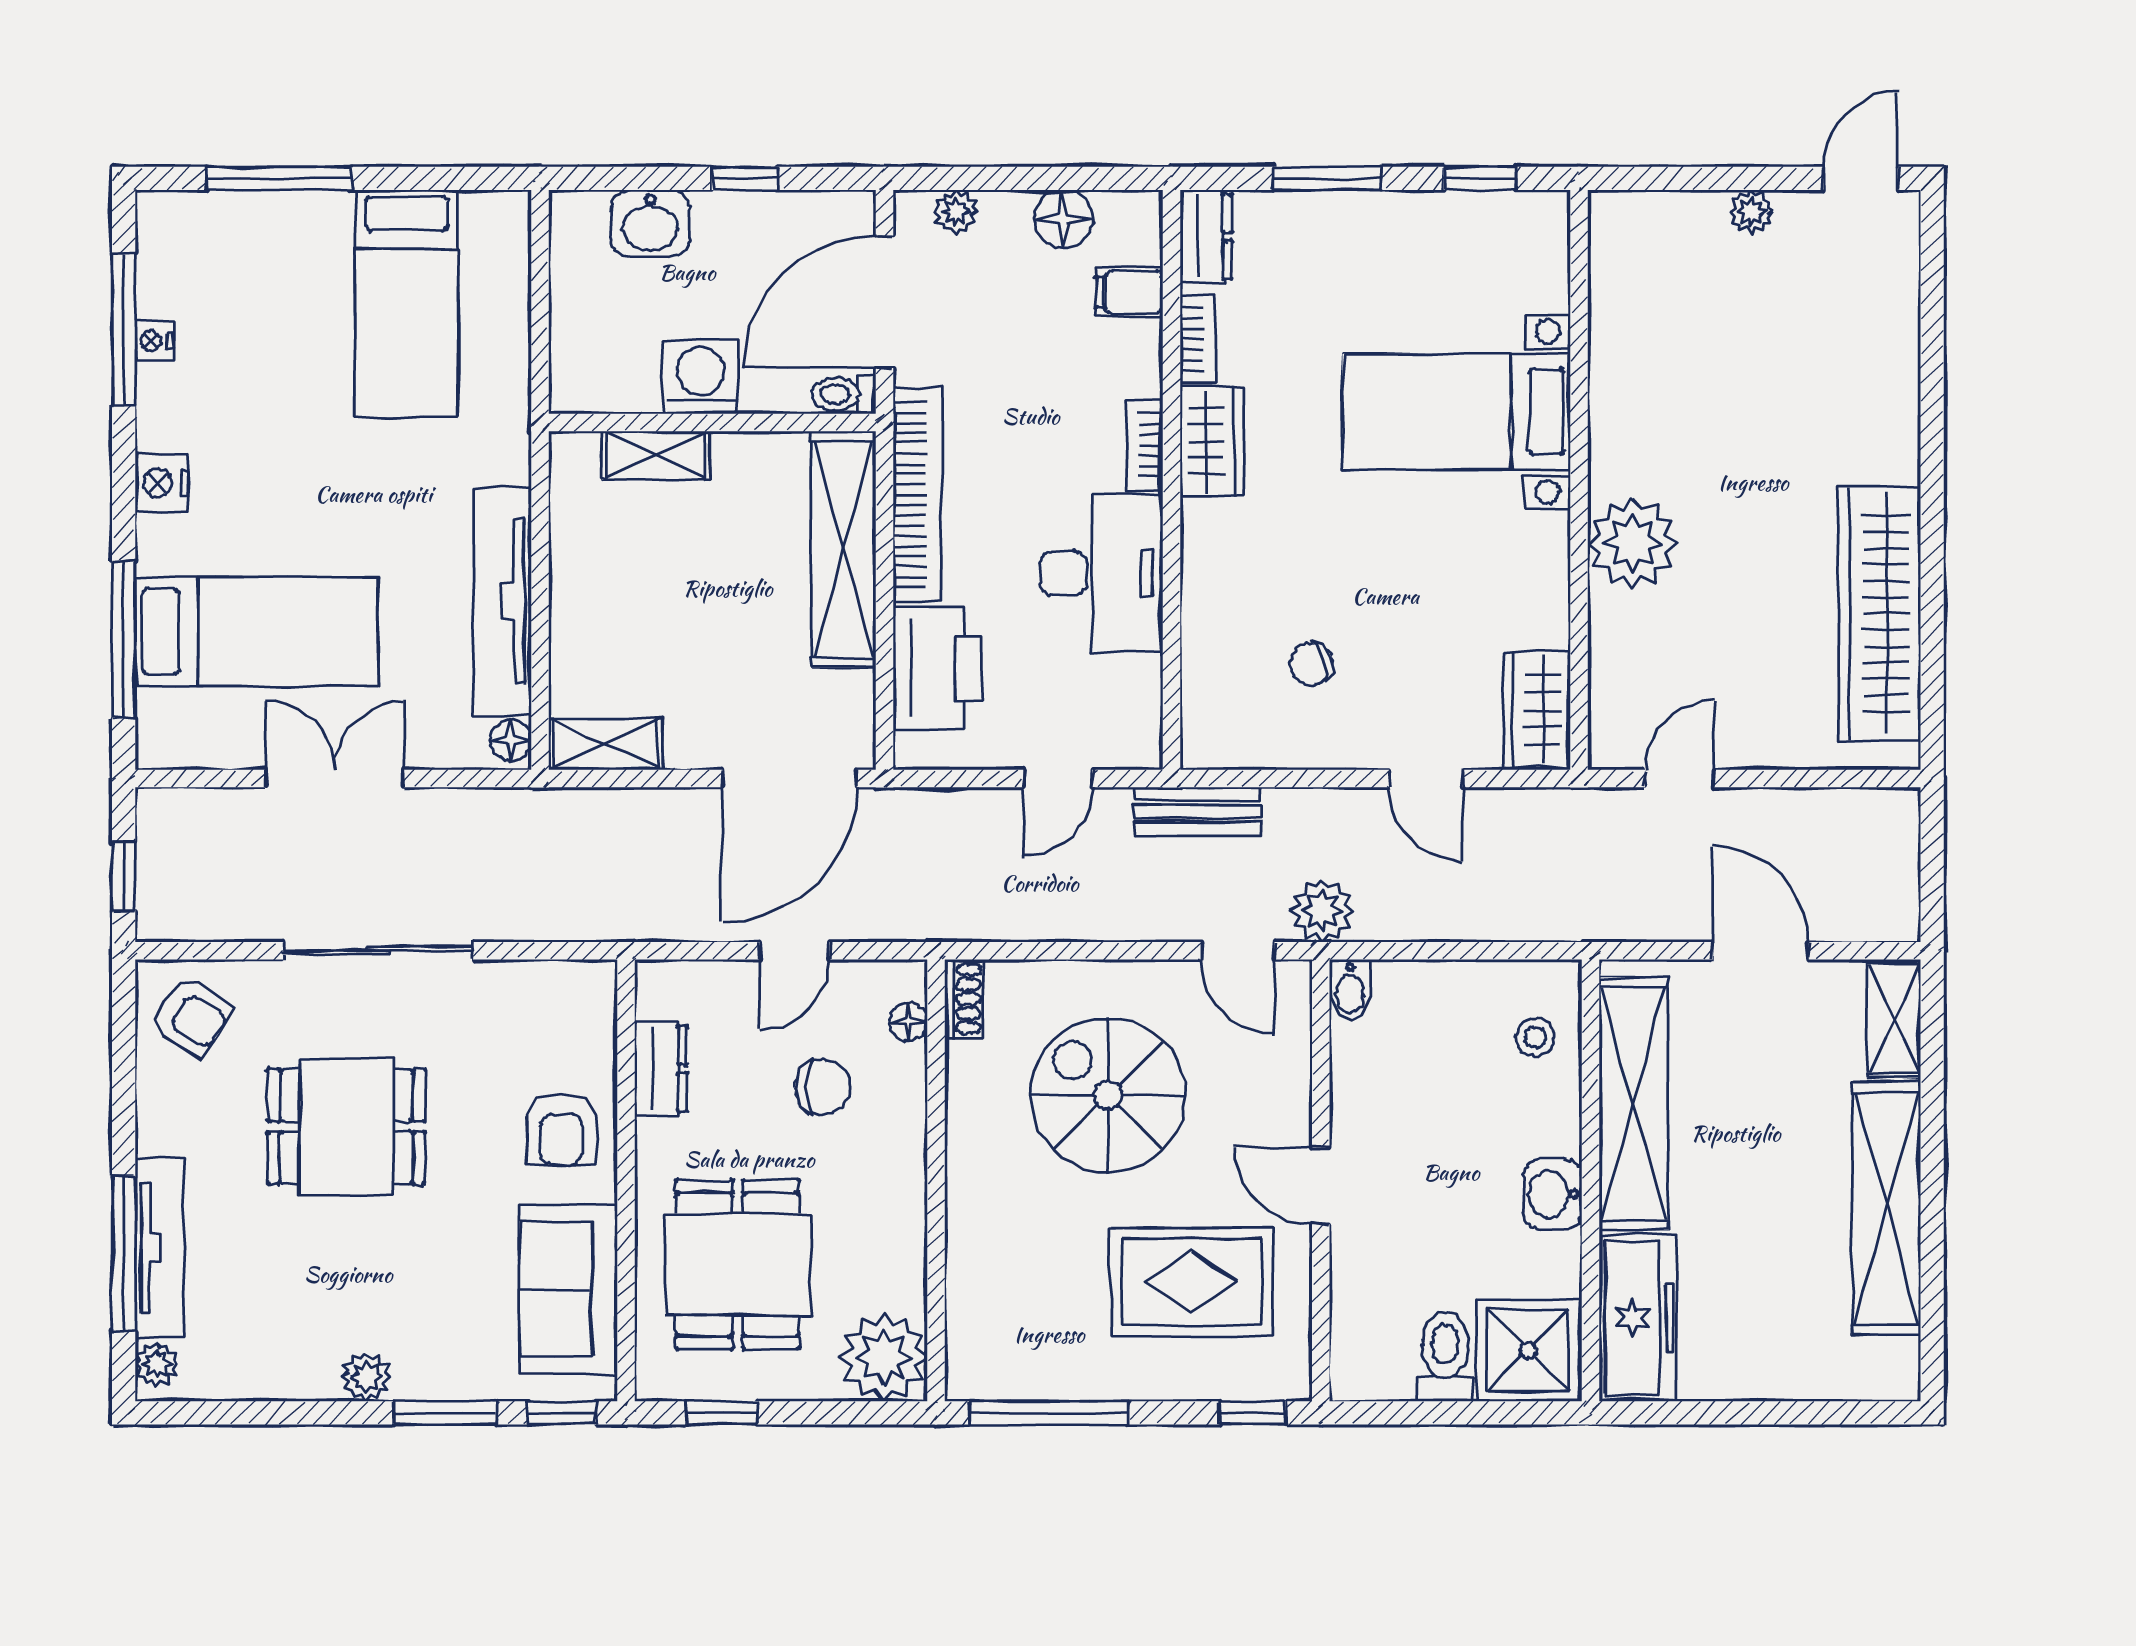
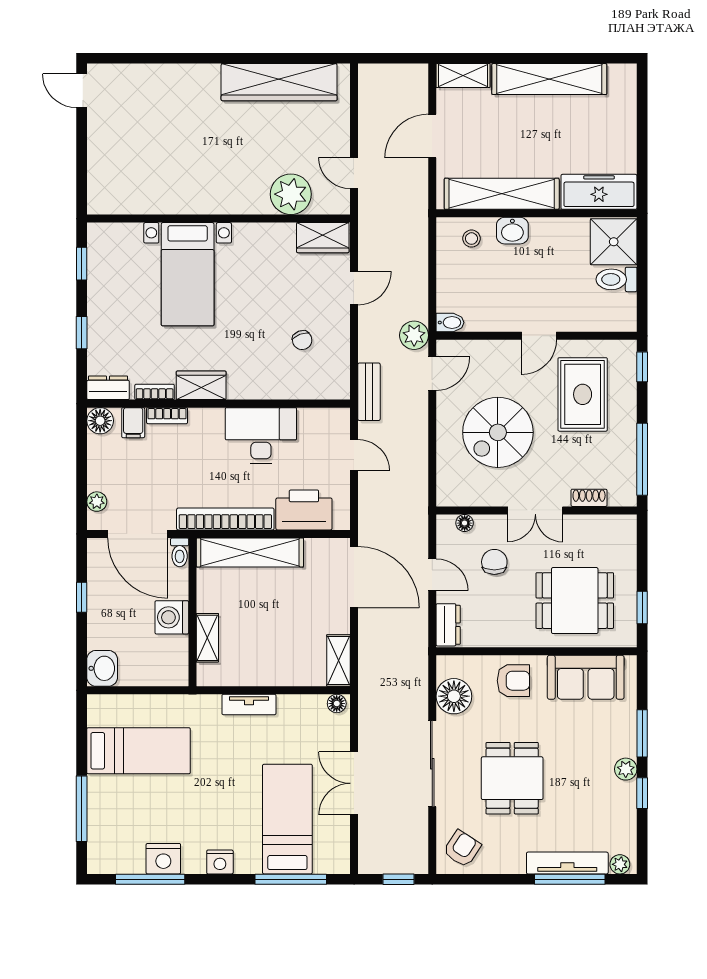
window: (1328, 178) -> (82, 333), width x0.67
plant: (1751, 212) -> (97, 140), removed
floor lamp: (1063, 219) -> (100, 421), moved
washbasin: (650, 224) -> (102, 668), moved
nightstand: (154, 341) -> (163, 859), width x1.89, depth x1.79
bookcase: (1145, 445) -> (167, 416), moved
plant: (1633, 543) -> (291, 194), moved
tv unit: (502, 601) -> (249, 705), width x0.52, depth x0.78
floor lamp: (527, 998) -> (454, 696), added
shoe rack: (964, 999) -> (589, 498), moved
dresser: (661, 1069) -> (448, 625), moved, turned 90
double door: (936, 1178) -> (535, 510), added
washbasin: (1552, 1194) -> (512, 231), moved
plant: (884, 1357) -> (617, 534), removed
window: (562, 1413) -> (642, 793), moved

